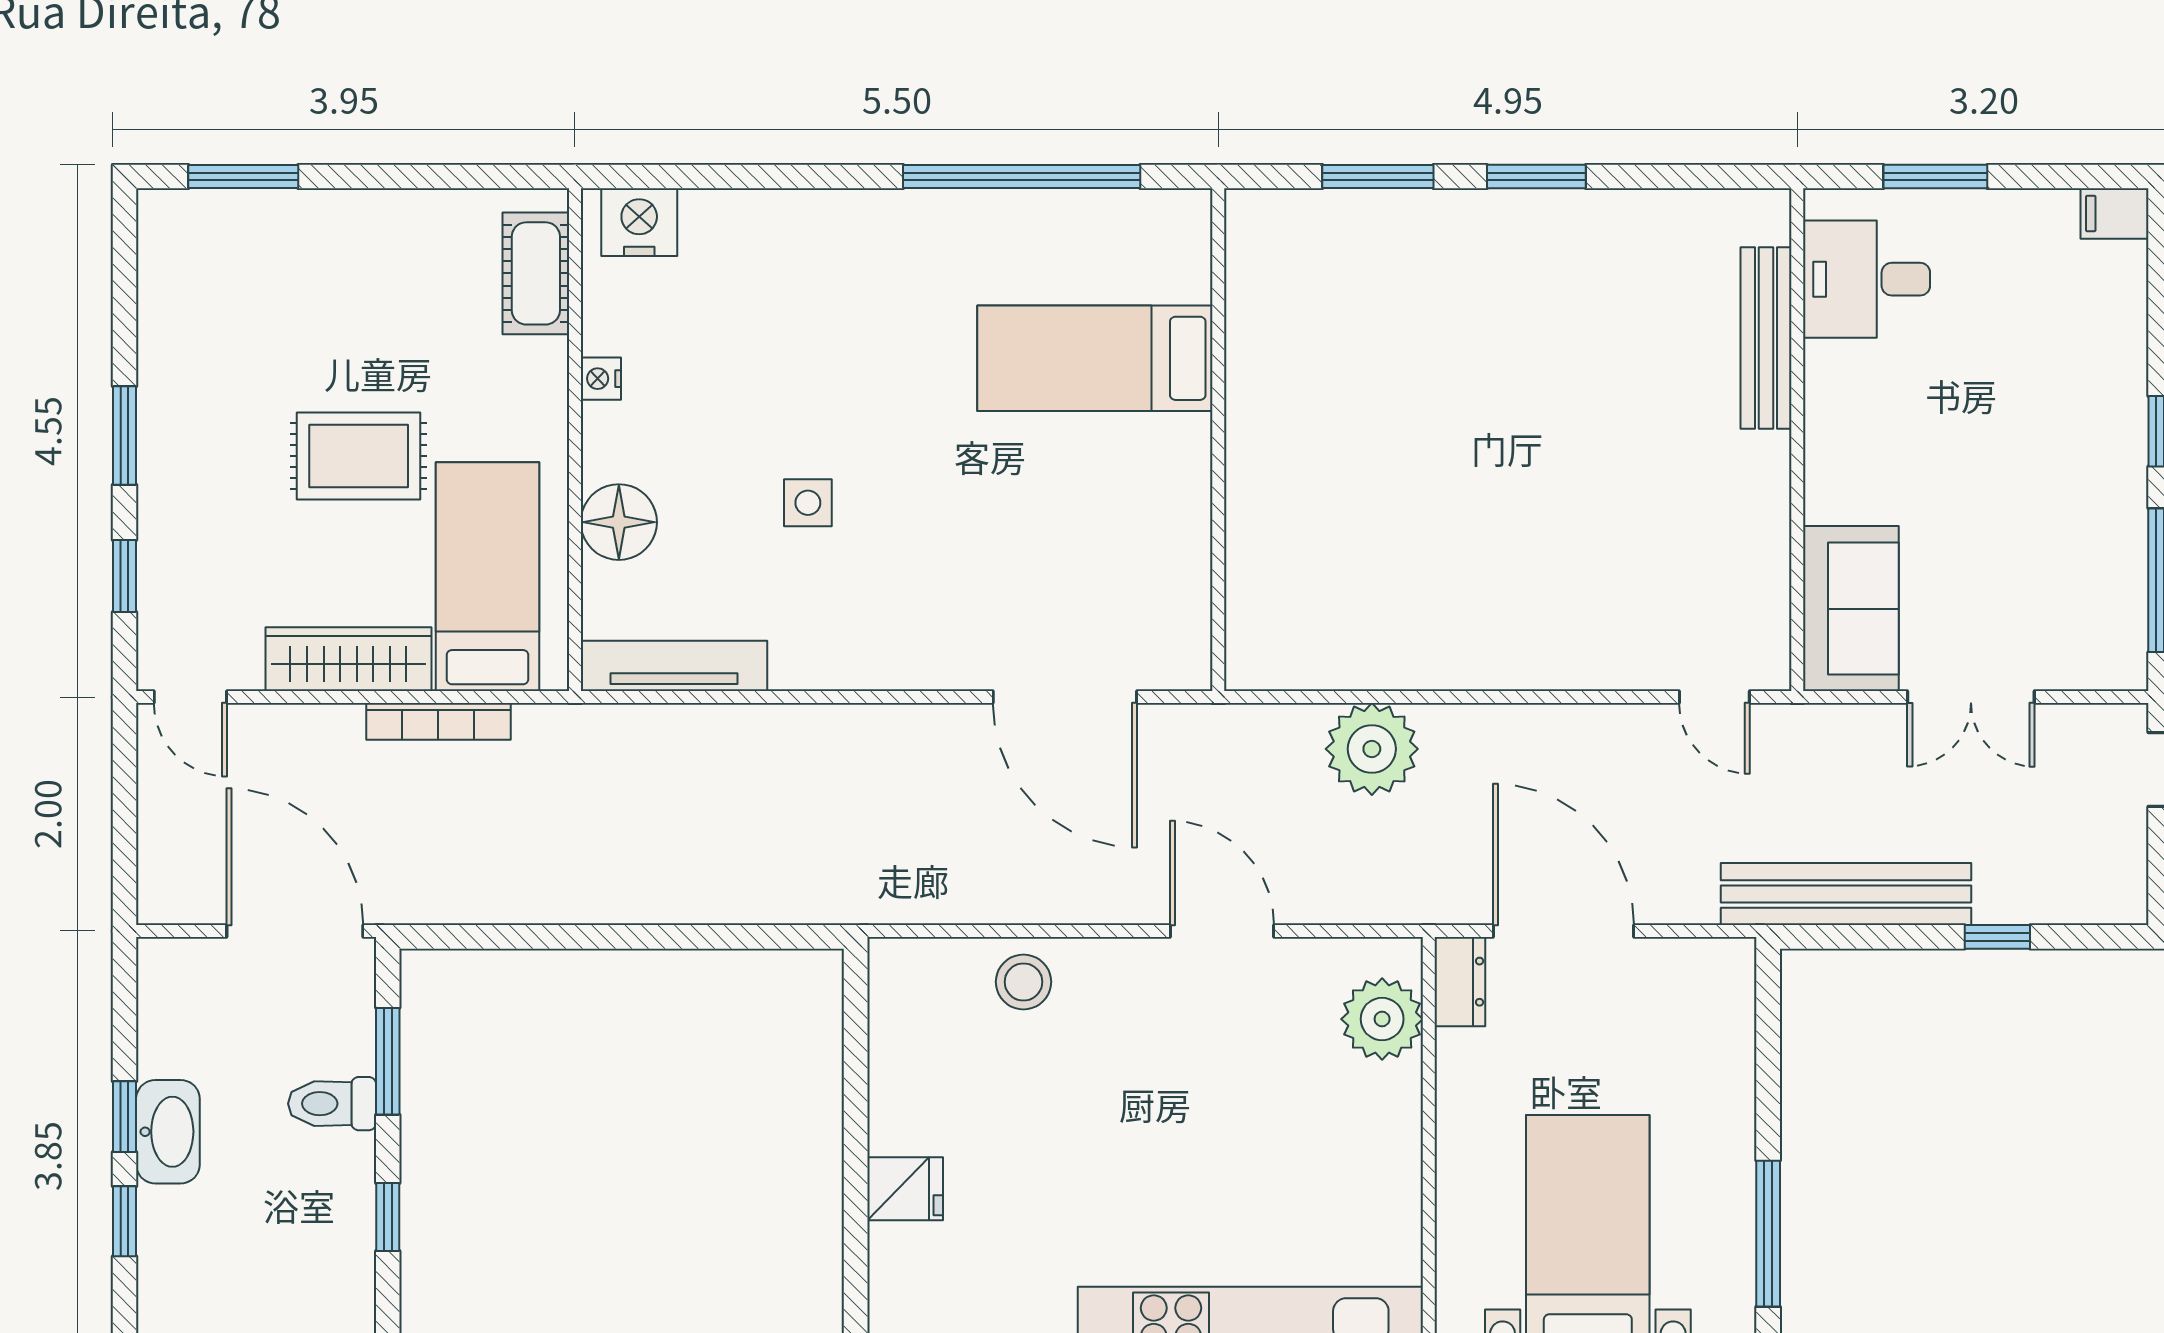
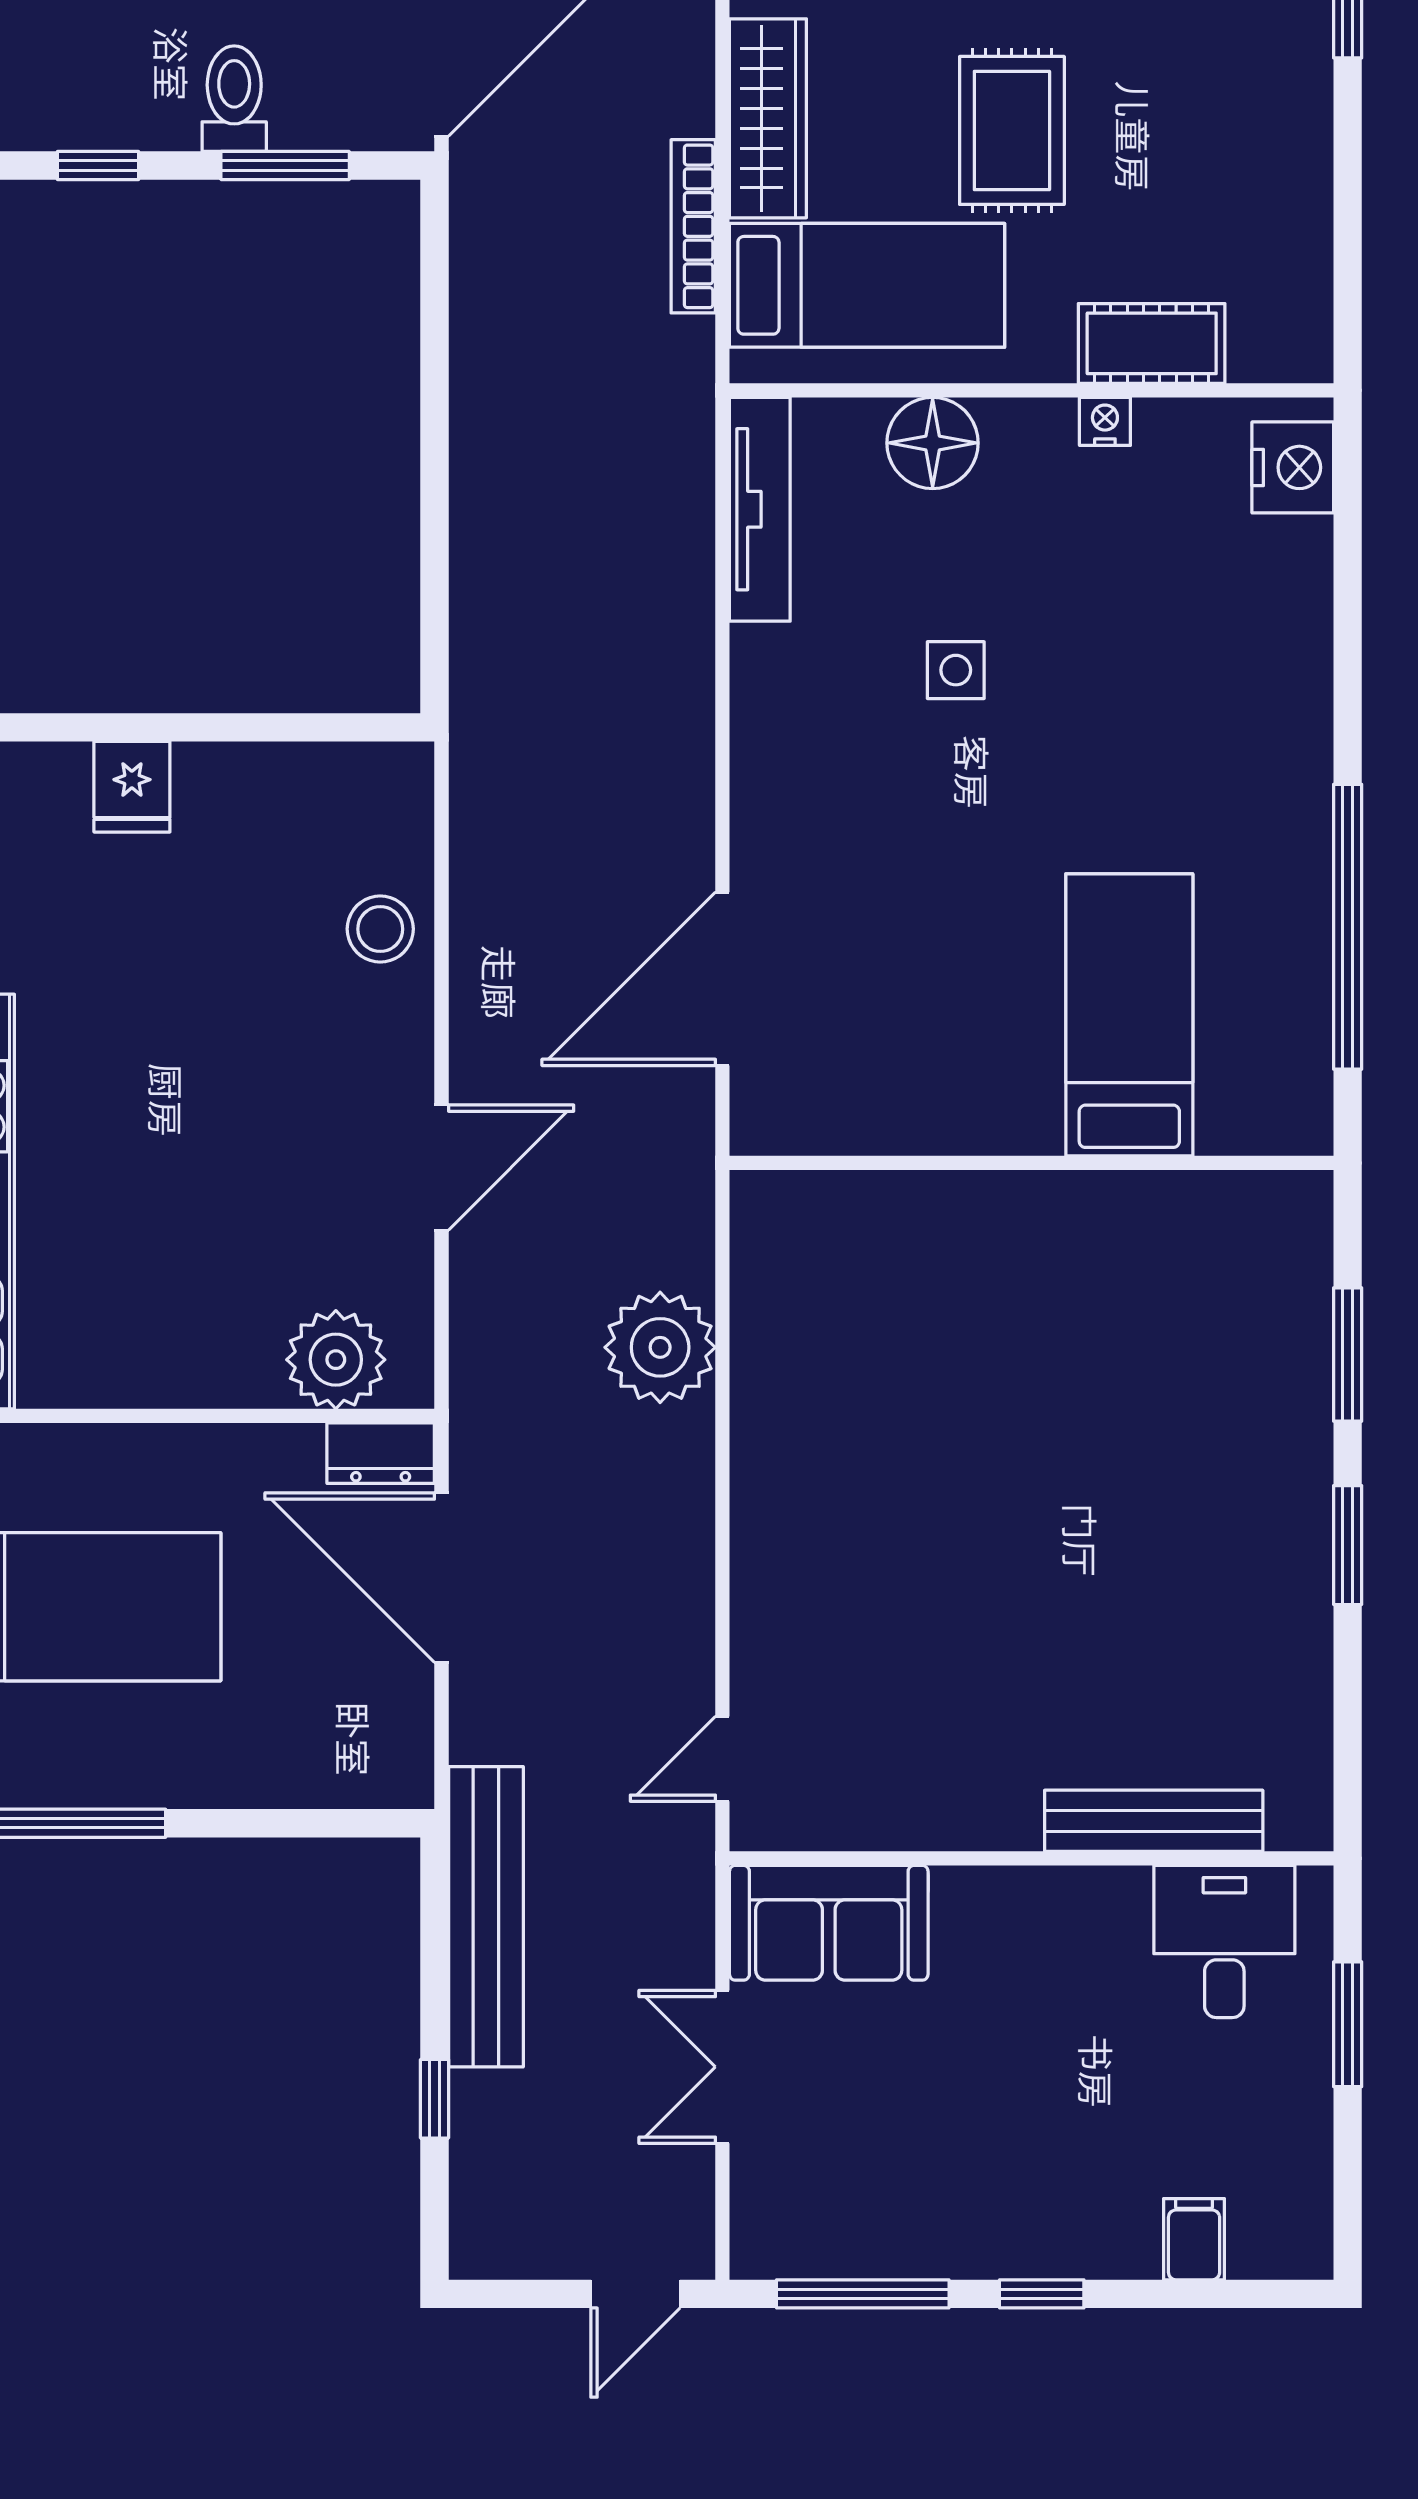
filing cabinet: (2114, 214) -> (1194, 2239), moved
cot: (536, 273) -> (1152, 343), moved
door: (1564, 931) -> (441, 1578), swing flipped

